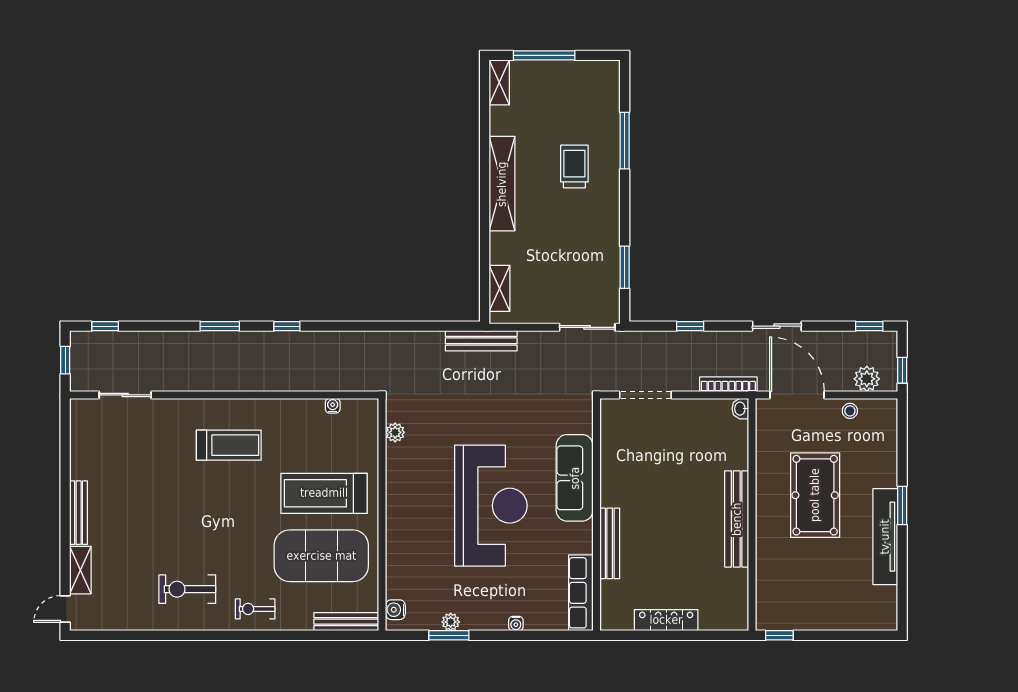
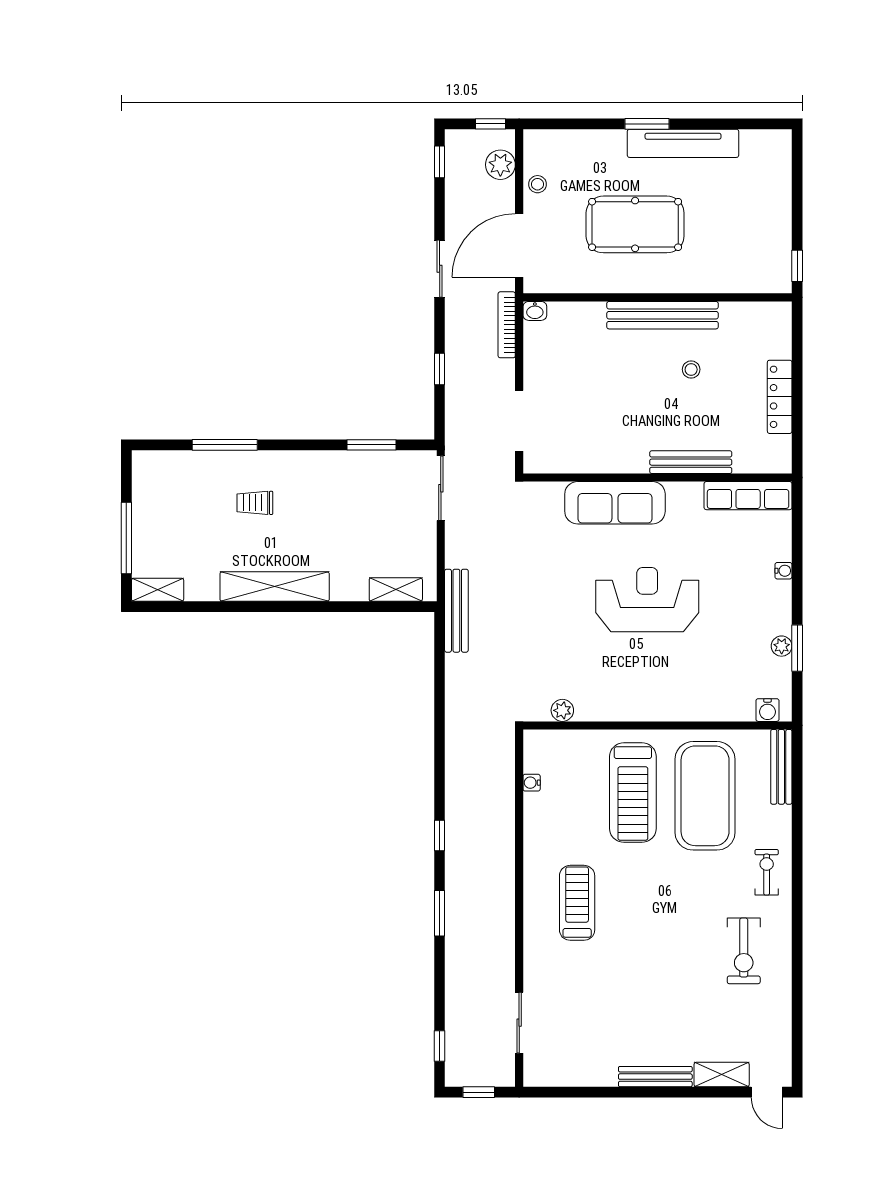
trolley: (574, 167) -> (255, 503), width x0.73, depth x0.72
reception desk: (491, 506) -> (647, 600), width x0.74, depth x0.77
stool: (690, 544) -> (691, 369), added
exercise bike: (255, 609) -> (767, 872), turned 180

